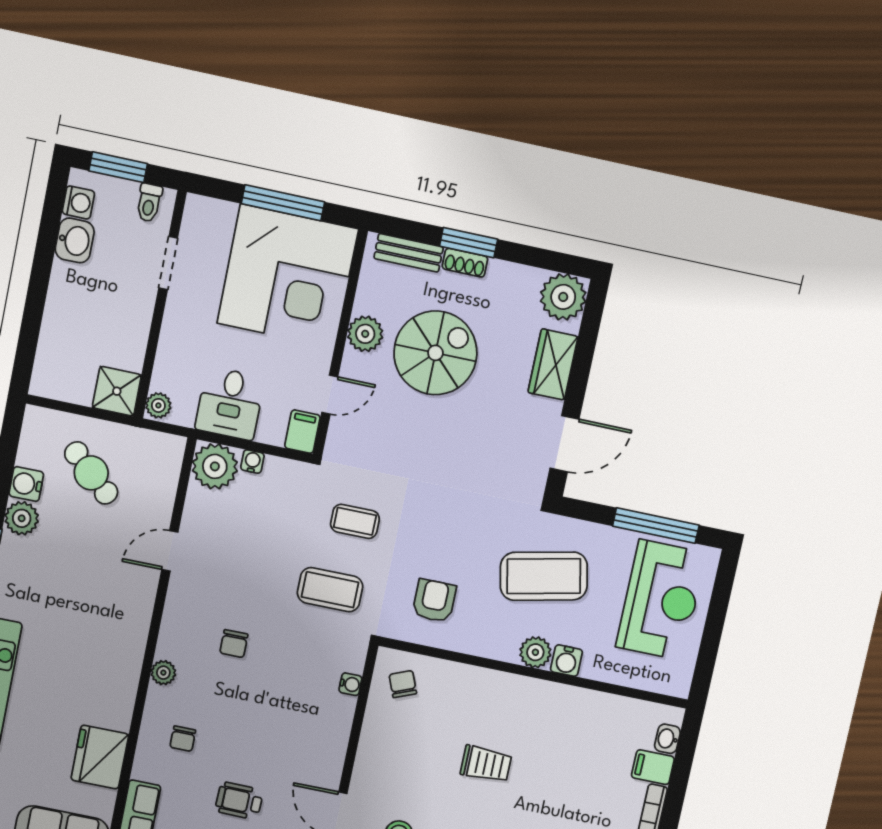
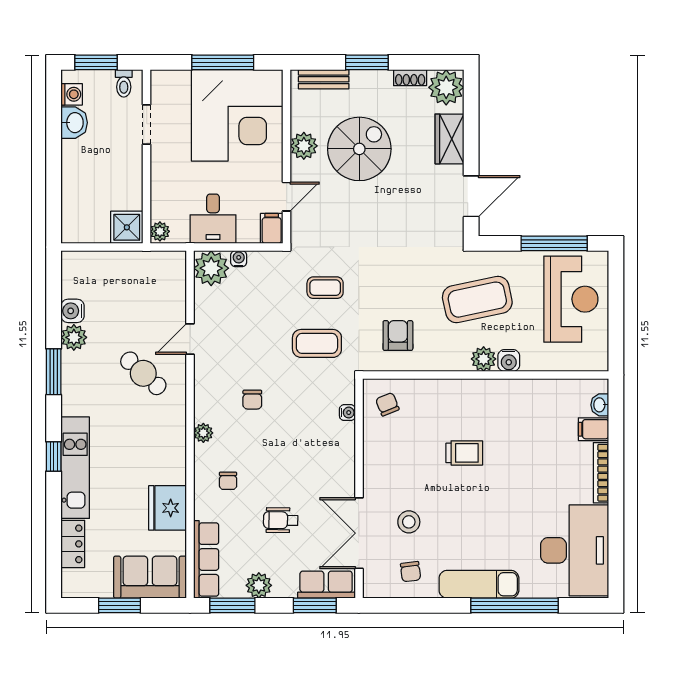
shoe rack: (465, 263) -> (410, 78), moved
cafe table: (91, 473) -> (143, 373), moved

